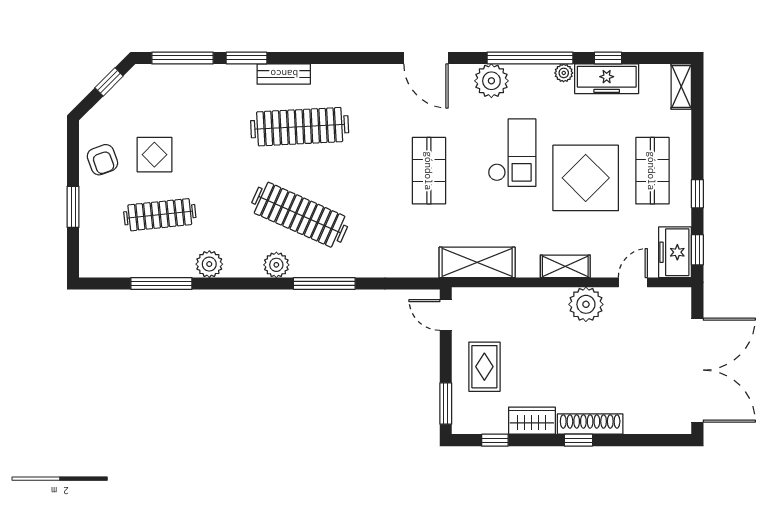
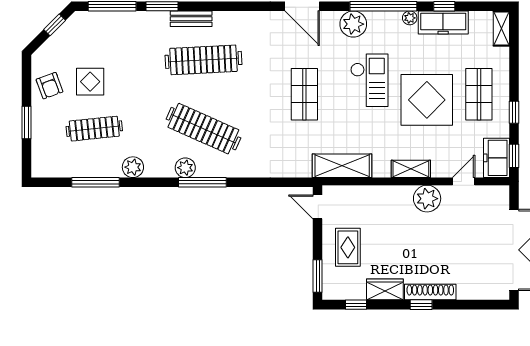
window: (324, 283) -> (202, 182), moved

